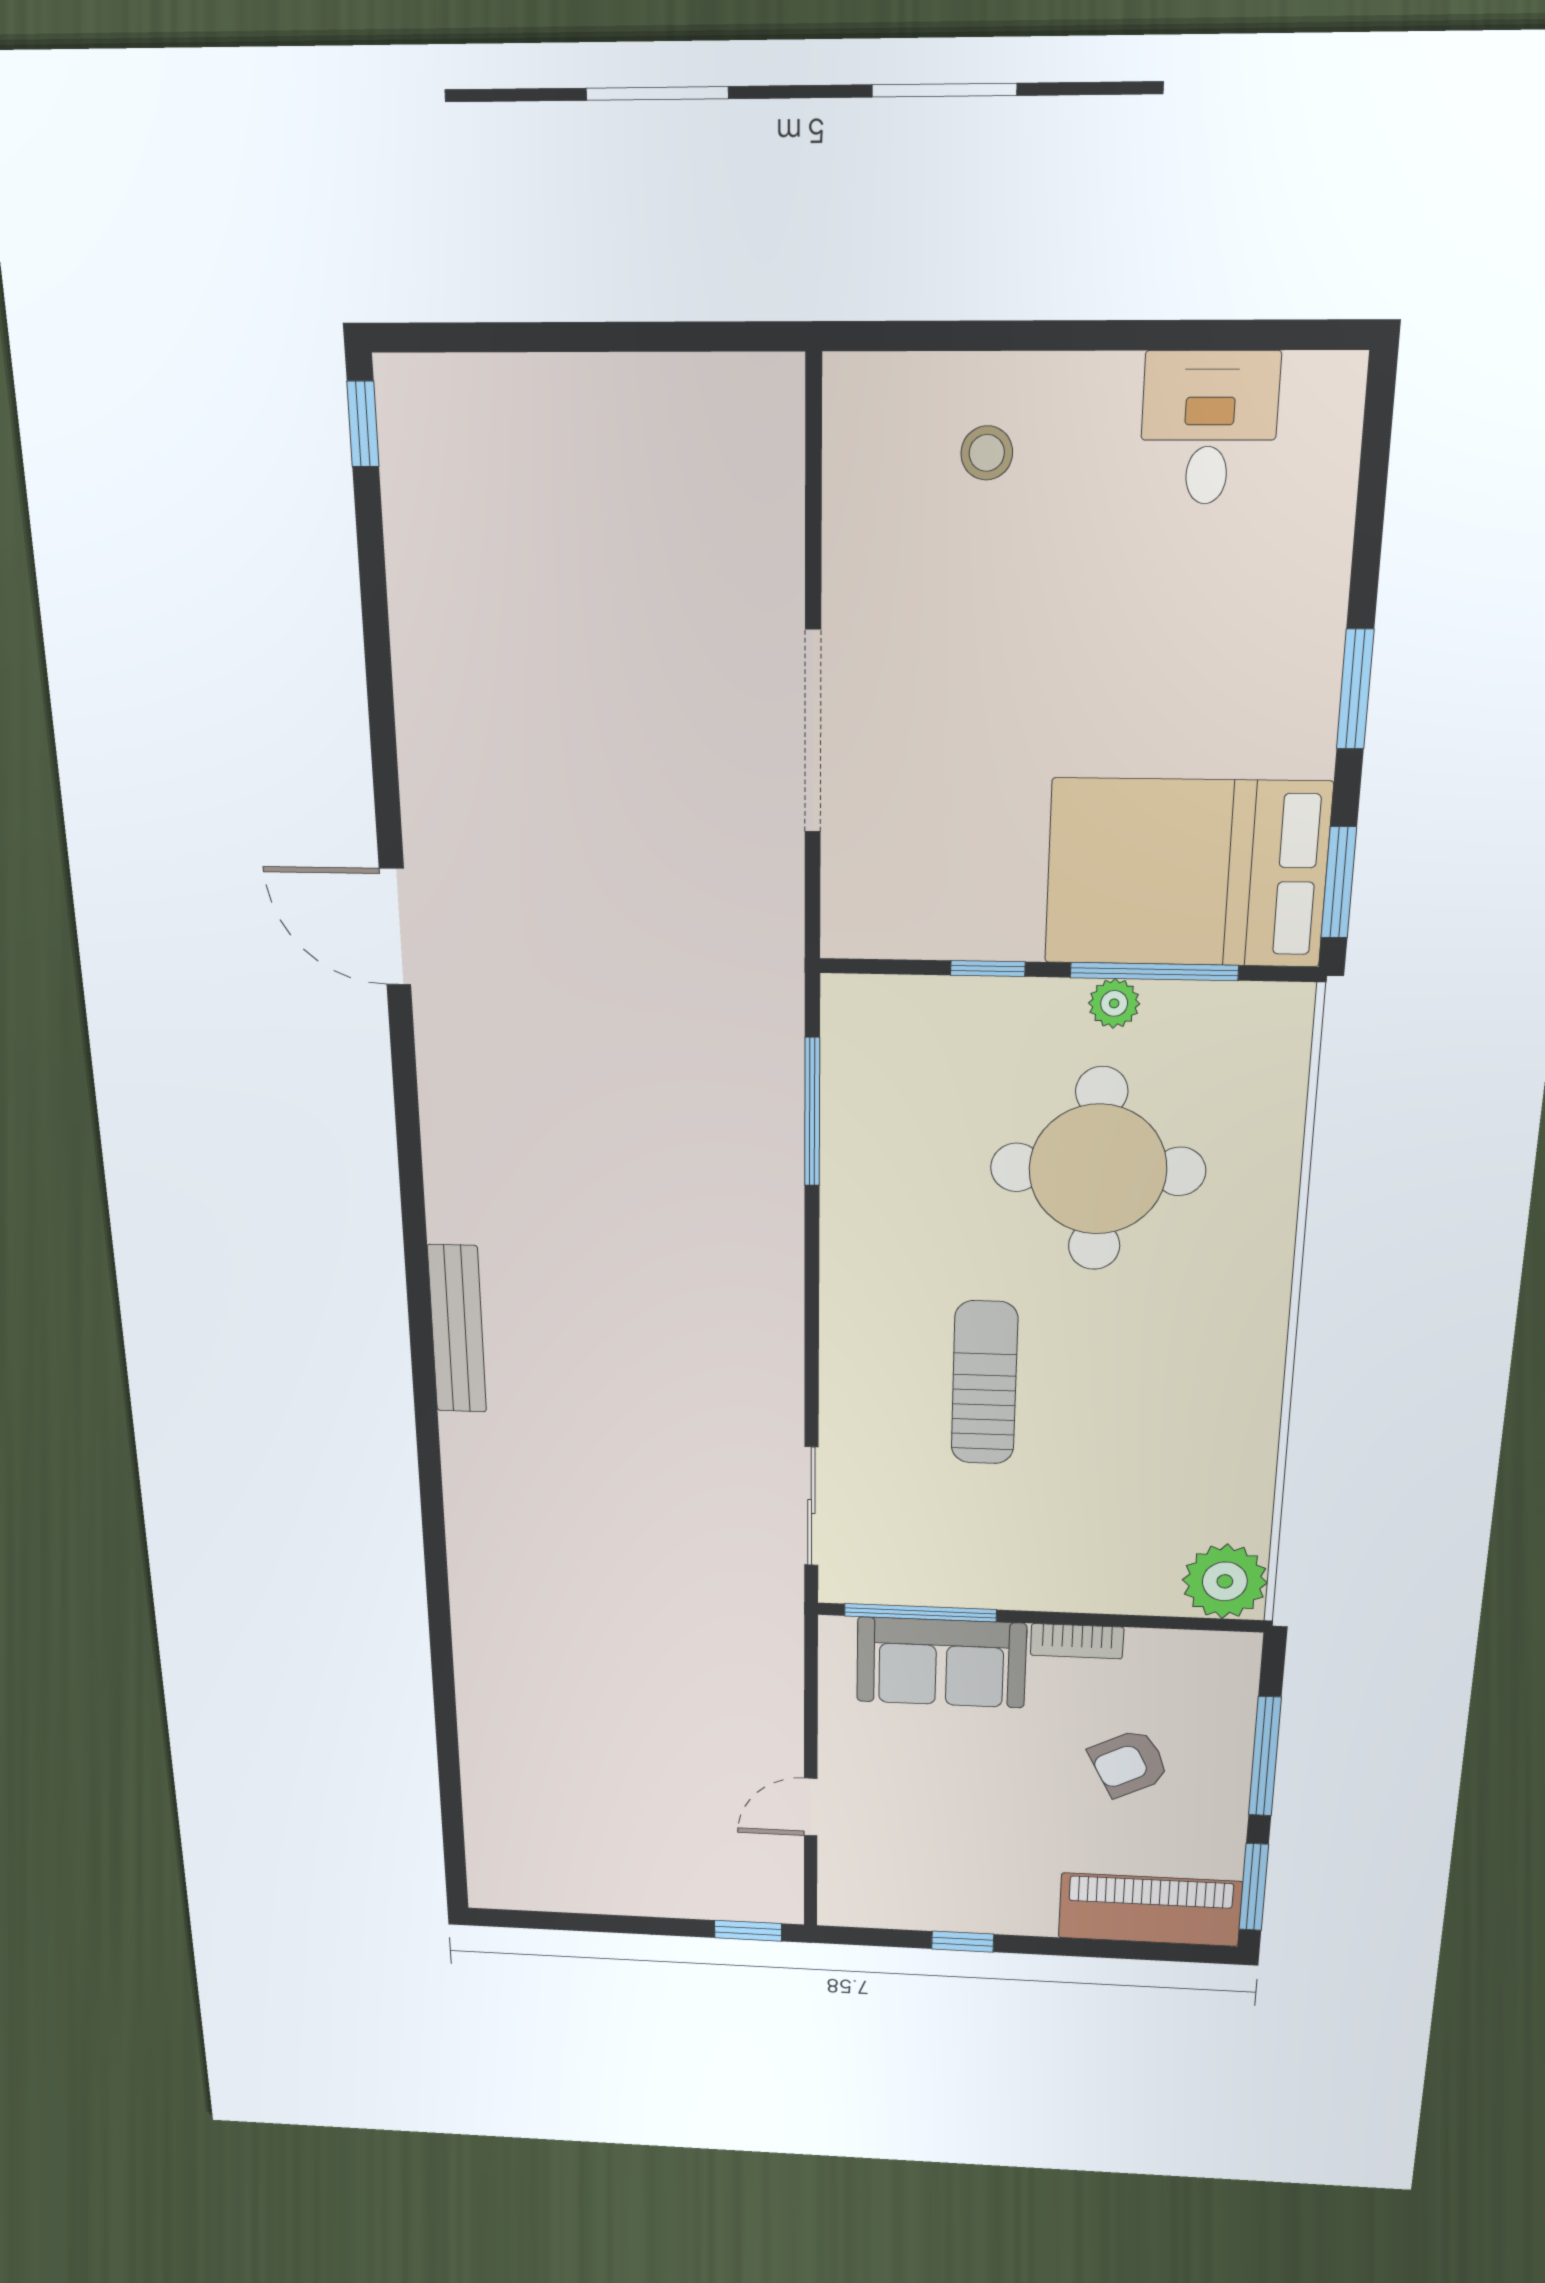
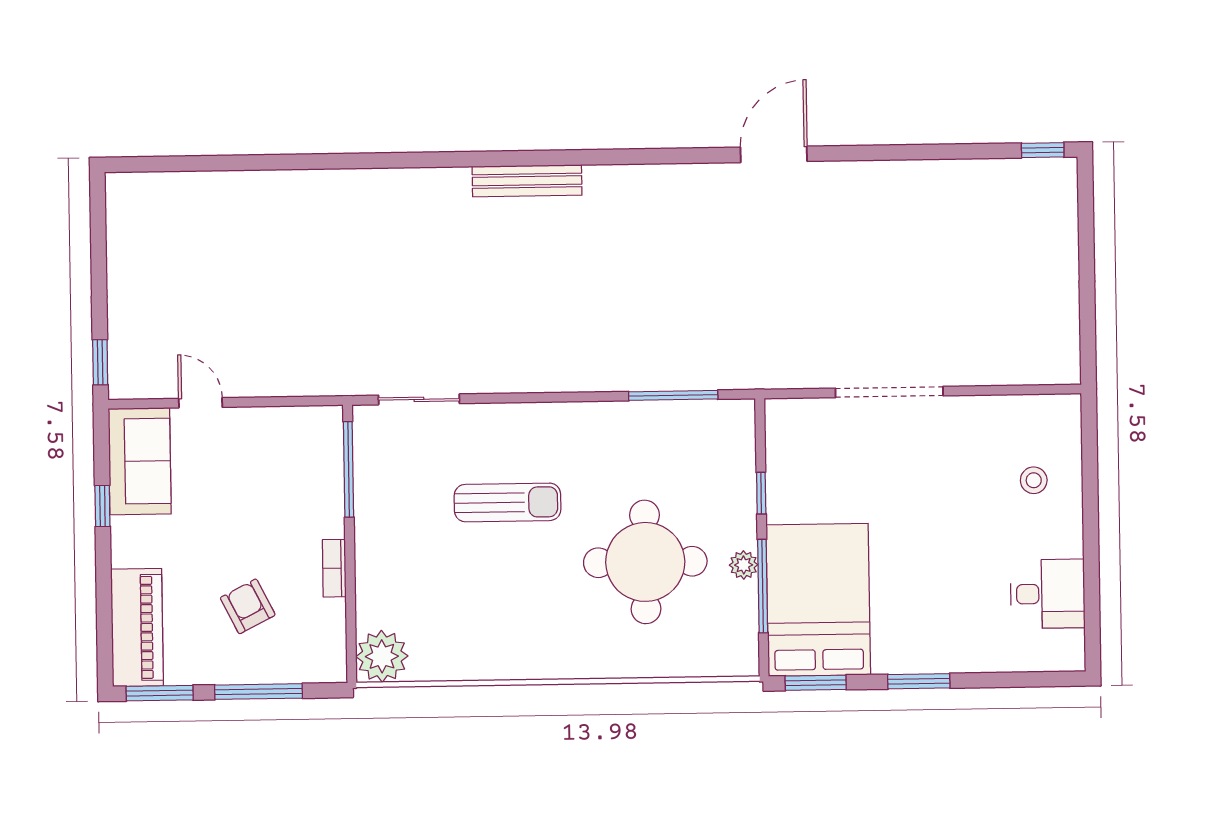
sofa: (941, 1662) -> (140, 461), moved, turned 180

